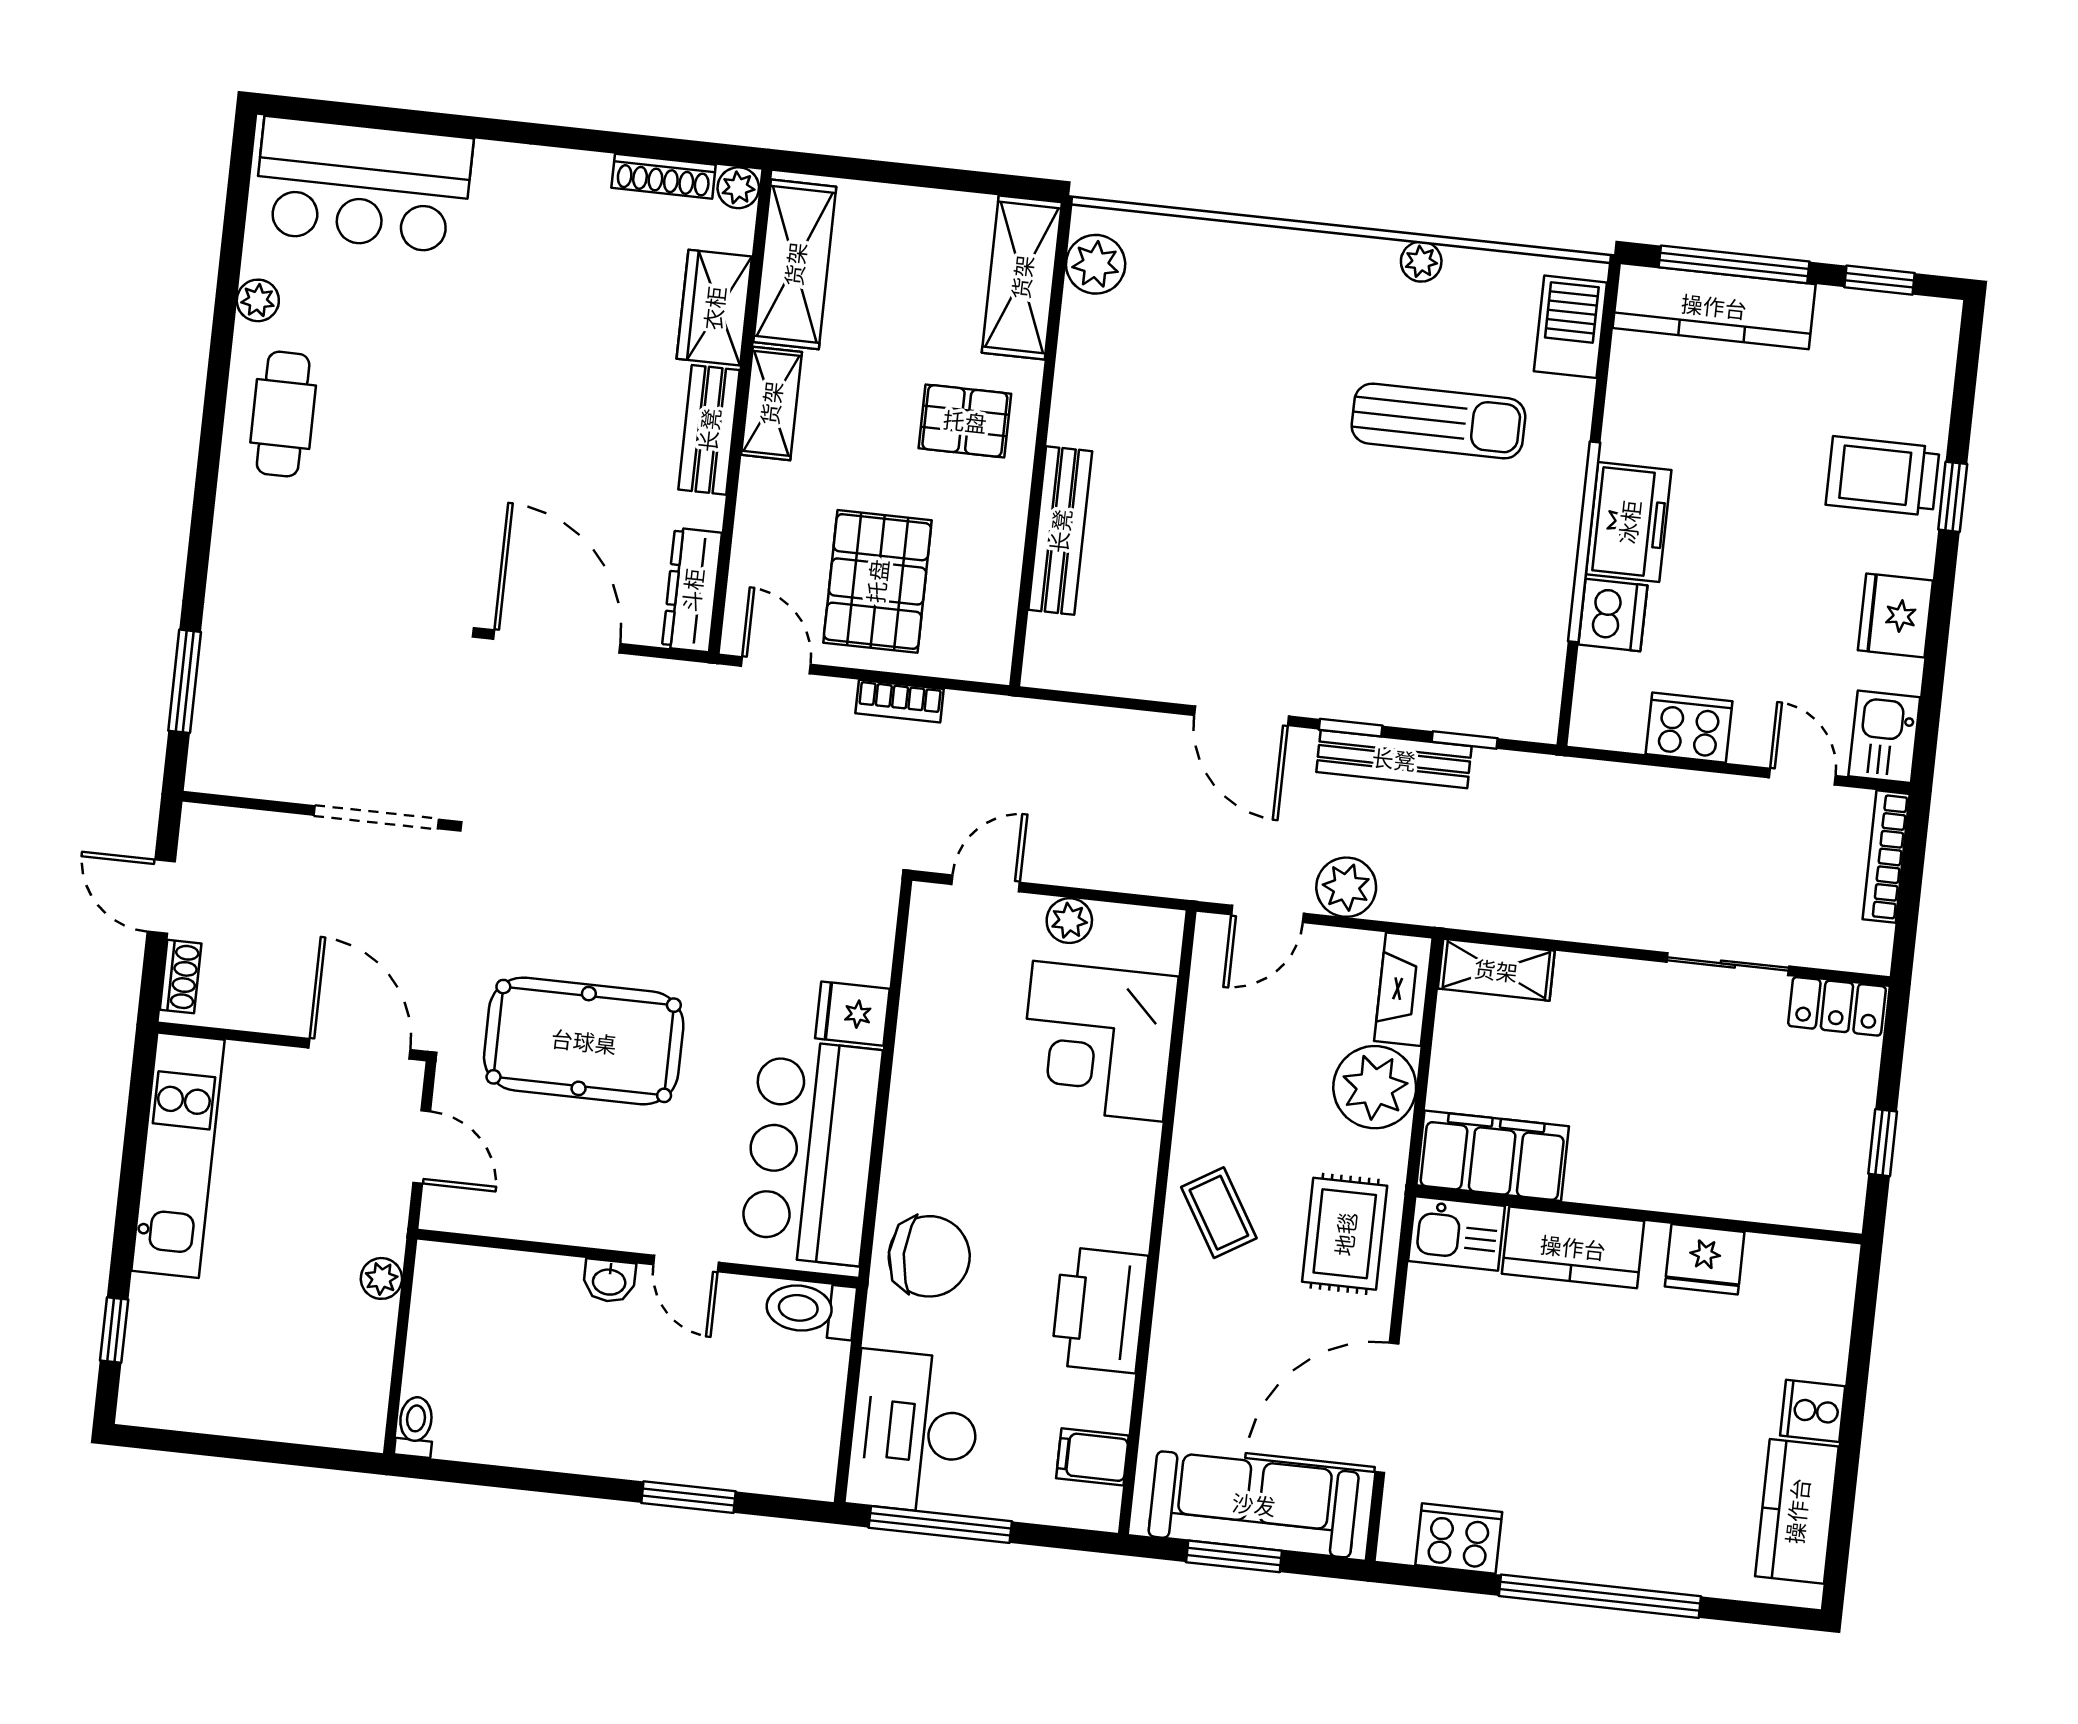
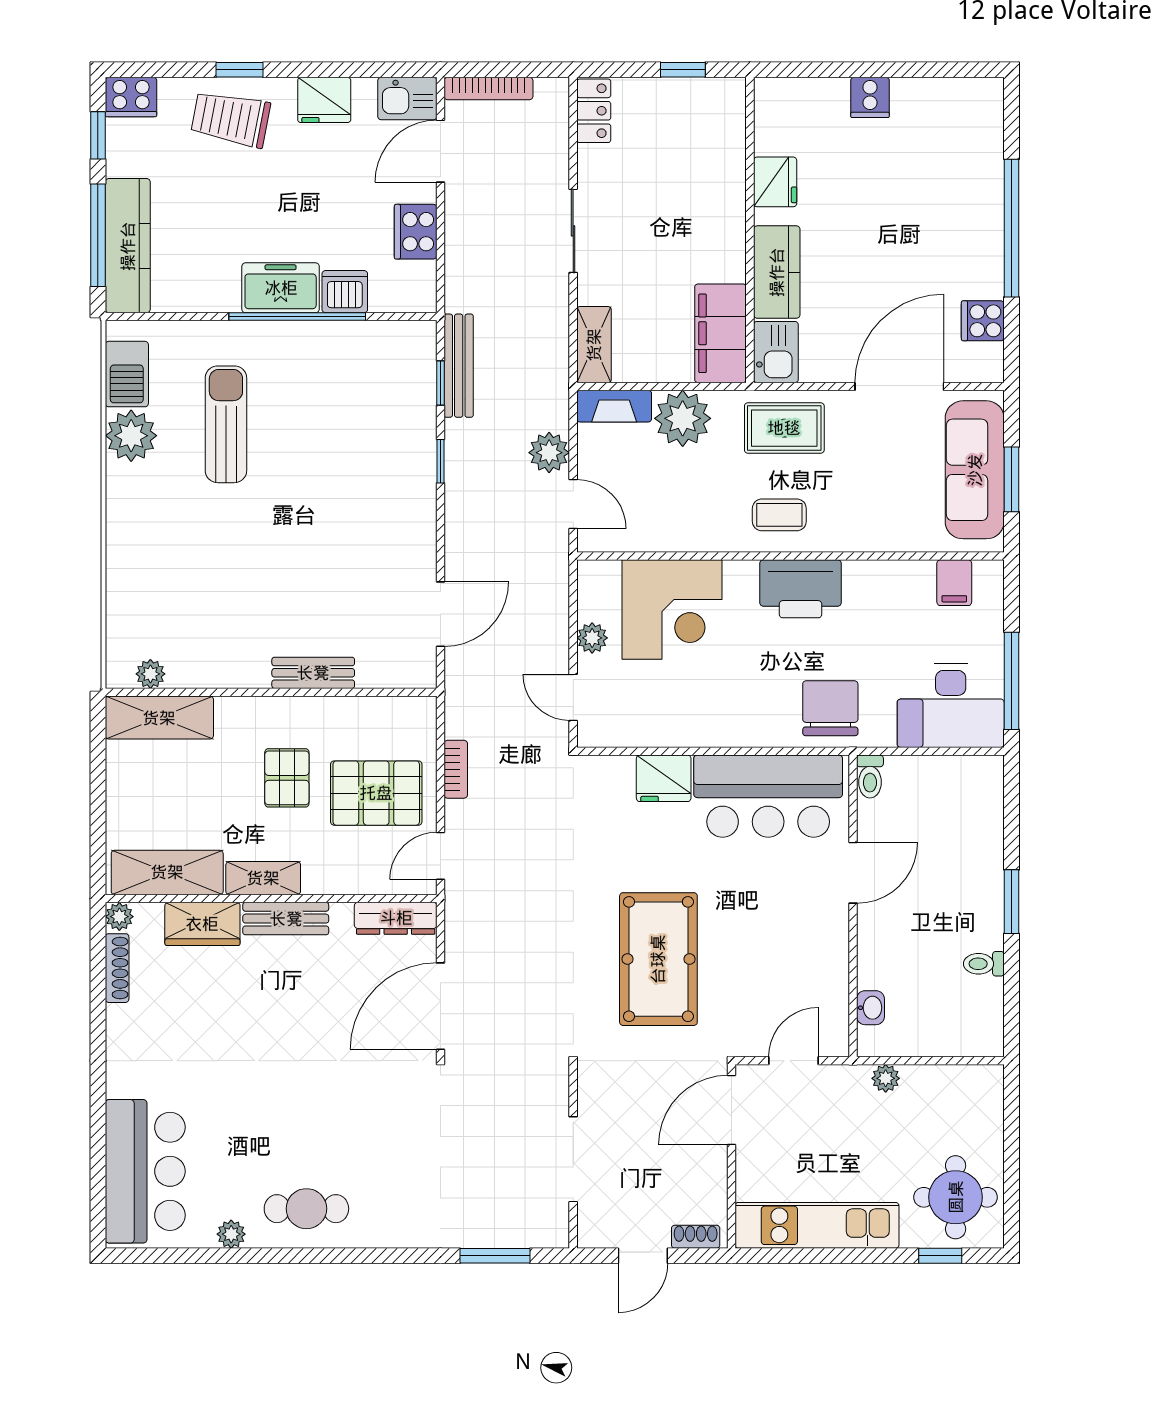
plant: (1421, 262) -> (131, 436), width x1.88, depth x1.88
plant: (1096, 264) -> (150, 674), width x0.73, depth x0.73
barbecue: (1570, 327) -> (127, 374), moved, turned -90
cooker: (1930, 334) -> (131, 97), added
pallet: (965, 421) -> (287, 778), moved
trolley: (1883, 476) -> (231, 119), turned 101
bench: (1060, 531) -> (313, 673), width x0.73
door: (1241, 716) -> (440, 614), moved
bench: (1394, 759) -> (459, 366), moved
door: (1802, 777) -> (440, 151), width x1.38
doorway: (376, 817) -> (573, 1159), moved
sliding door: (1728, 964) -> (573, 231), moved
fridge: (852, 1014) -> (664, 778), width x1.38
pool table: (584, 1041) -> (658, 959), moved
coffee table: (1219, 1213) -> (779, 515), turned 31
door: (686, 1263) -> (853, 873), width x1.37
washbasin: (609, 1281) -> (871, 1008), moved
toilet: (810, 1309) -> (870, 777), width x0.73, depth x0.72
printer: (1099, 1310) -> (800, 589), moved
round table: (197, 1361) -> (956, 1197), added
door: (1387, 1408) -> (899, 387), swing flipped
toilet: (415, 1427) -> (984, 964), moved
window: (688, 1497) -> (1011, 902), moved
kitchen counter: (1797, 1511) -> (939, 101), removed
cooker: (1459, 1539) -> (983, 321), width x0.73

